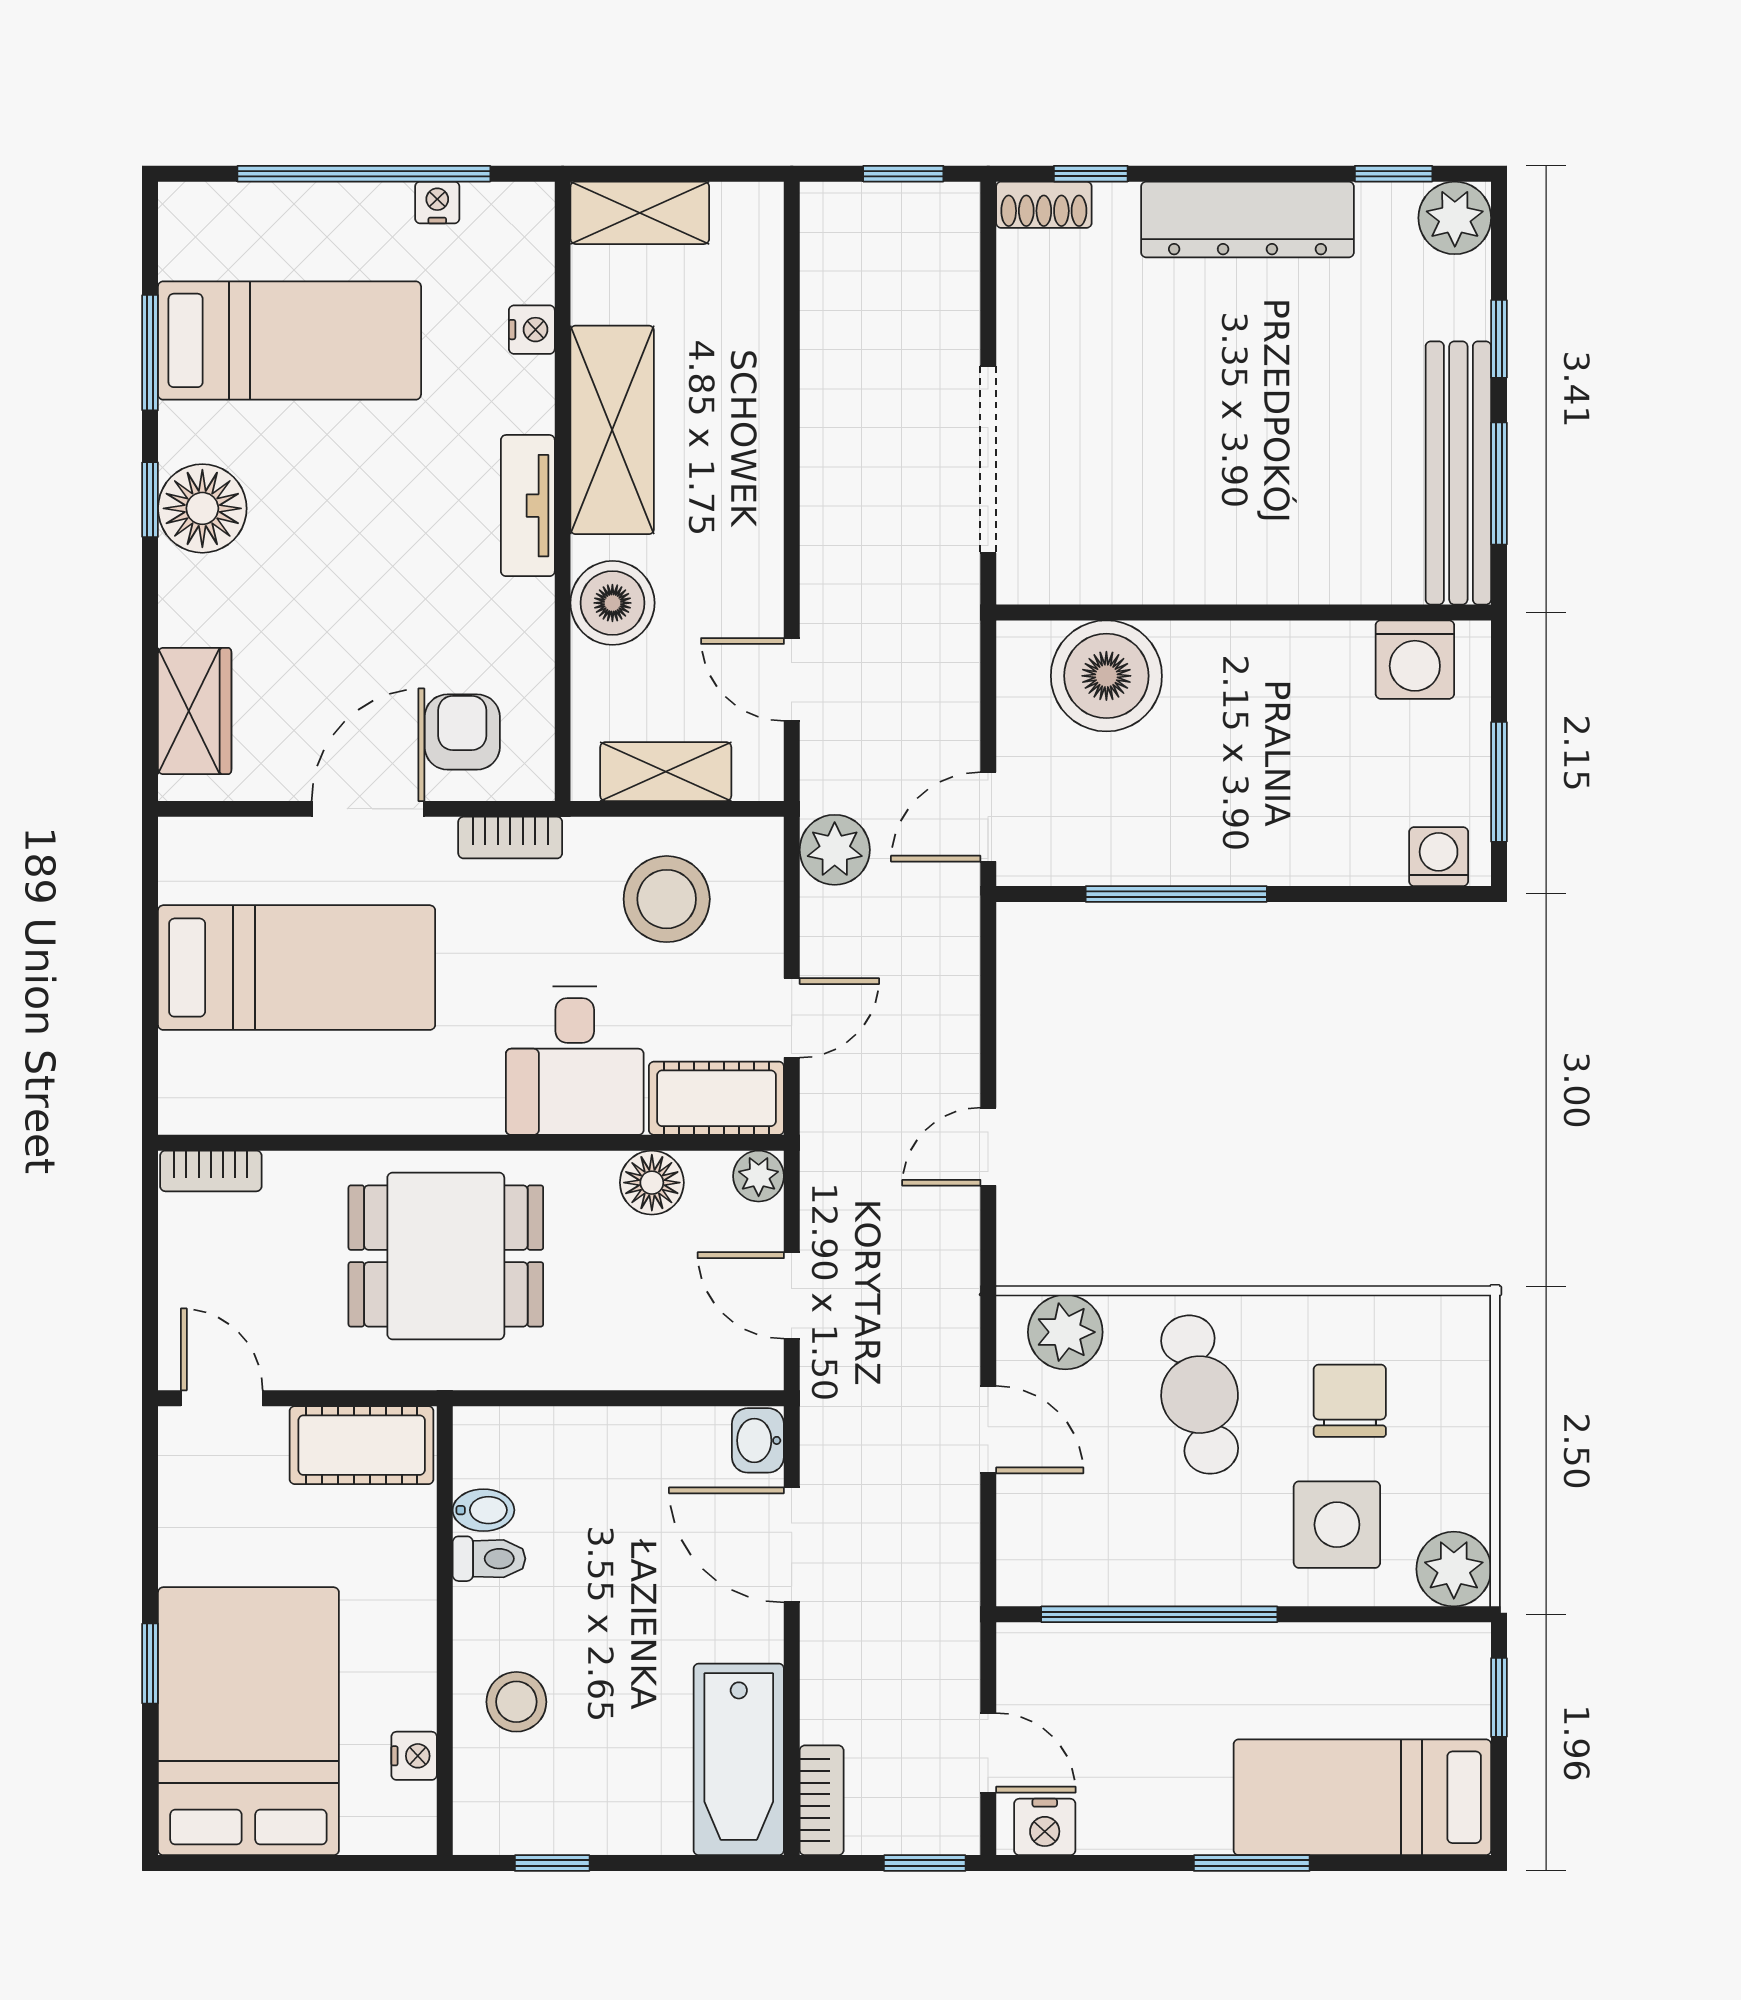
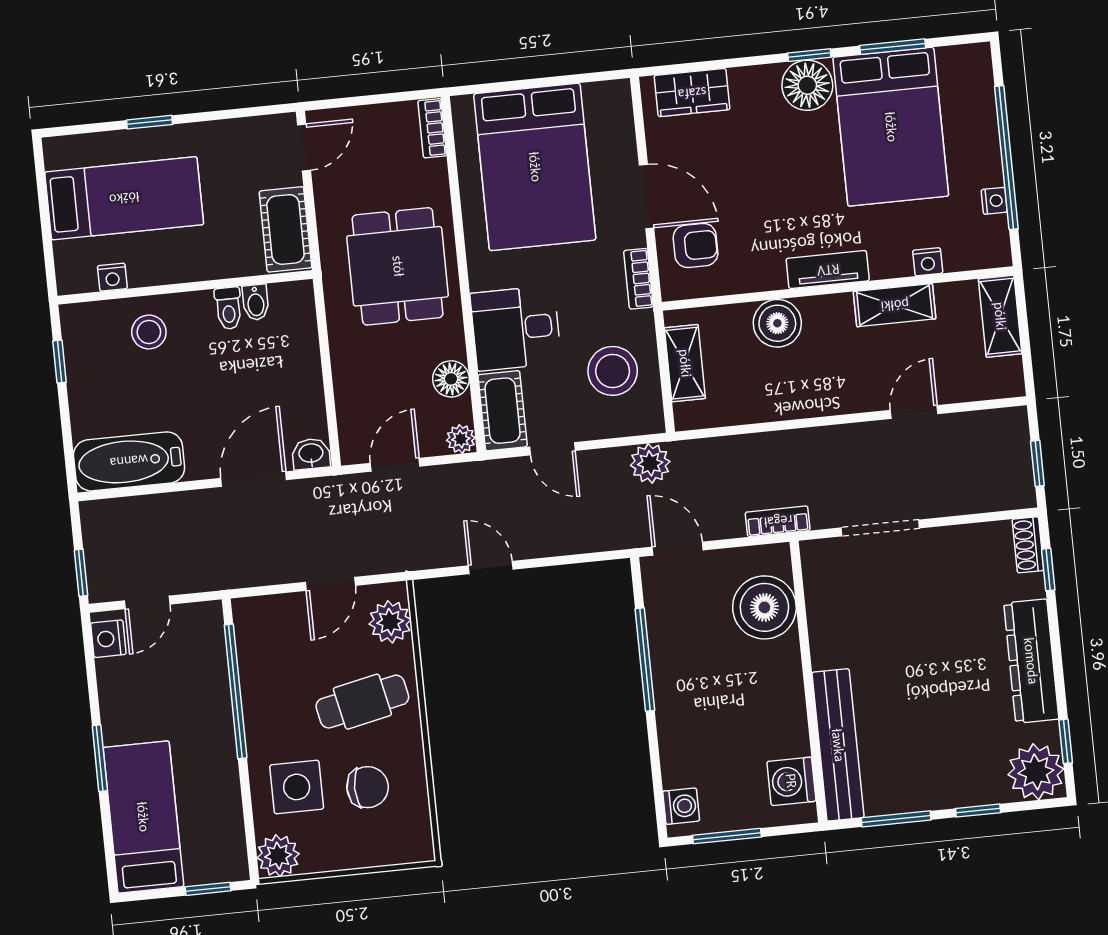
plant: (1455, 218) -> (1036, 772), width x1.36, depth x1.36
bed: (289, 340) -> (891, 127), width x1.50
shelving: (612, 430) -> (895, 305), width x0.67, depth x0.75
doorway: (988, 459) -> (880, 528), width x0.73
bench: (1458, 473) -> (838, 745), moved, turned 90
door: (792, 679) -> (914, 412), moved
bed: (297, 968) -> (535, 167), width x1.50
bed: (248, 1721) -> (124, 198), width x0.67
bookcase: (822, 1800) -> (778, 521), moved, turned 180

